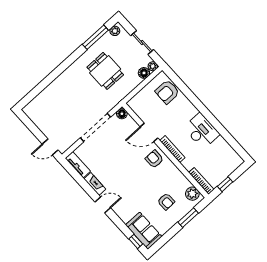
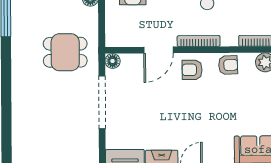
dining table: (105, 71) -> (65, 52), moved
armchair: (166, 201) -> (228, 65), moved

